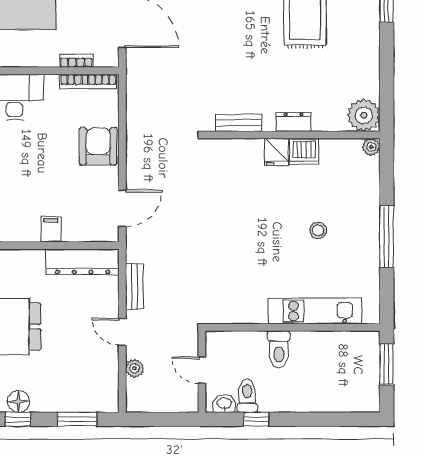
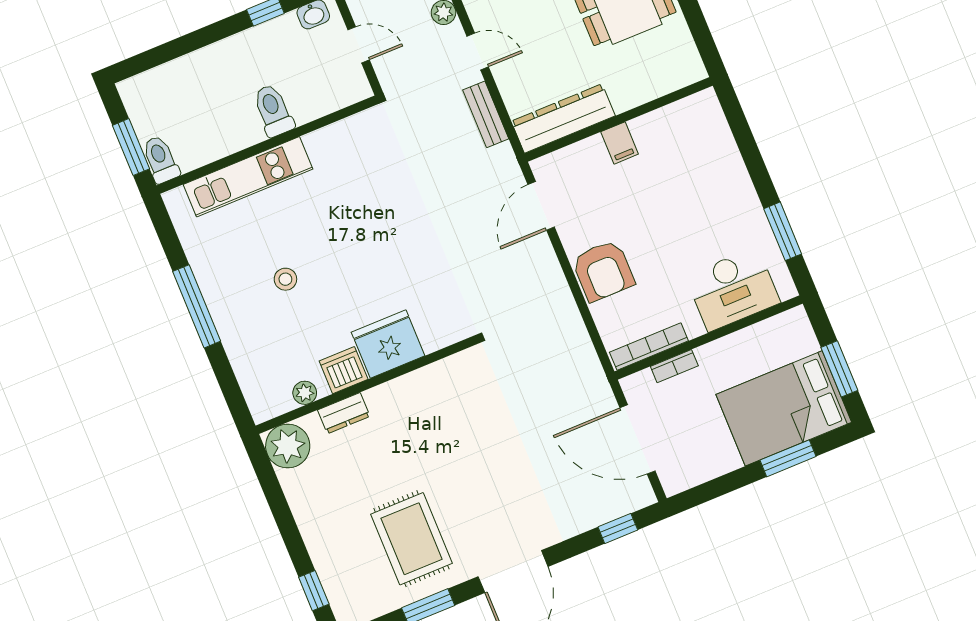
dresser: (294, 122) -> (344, 413), moved
bench: (239, 123) -> (440, 372), removed
plant: (371, 147) -> (305, 393), moved
fridge: (276, 152) -> (388, 344), width x1.88, depth x1.34
toilet: (247, 396) -> (161, 159), moved, turned 180

